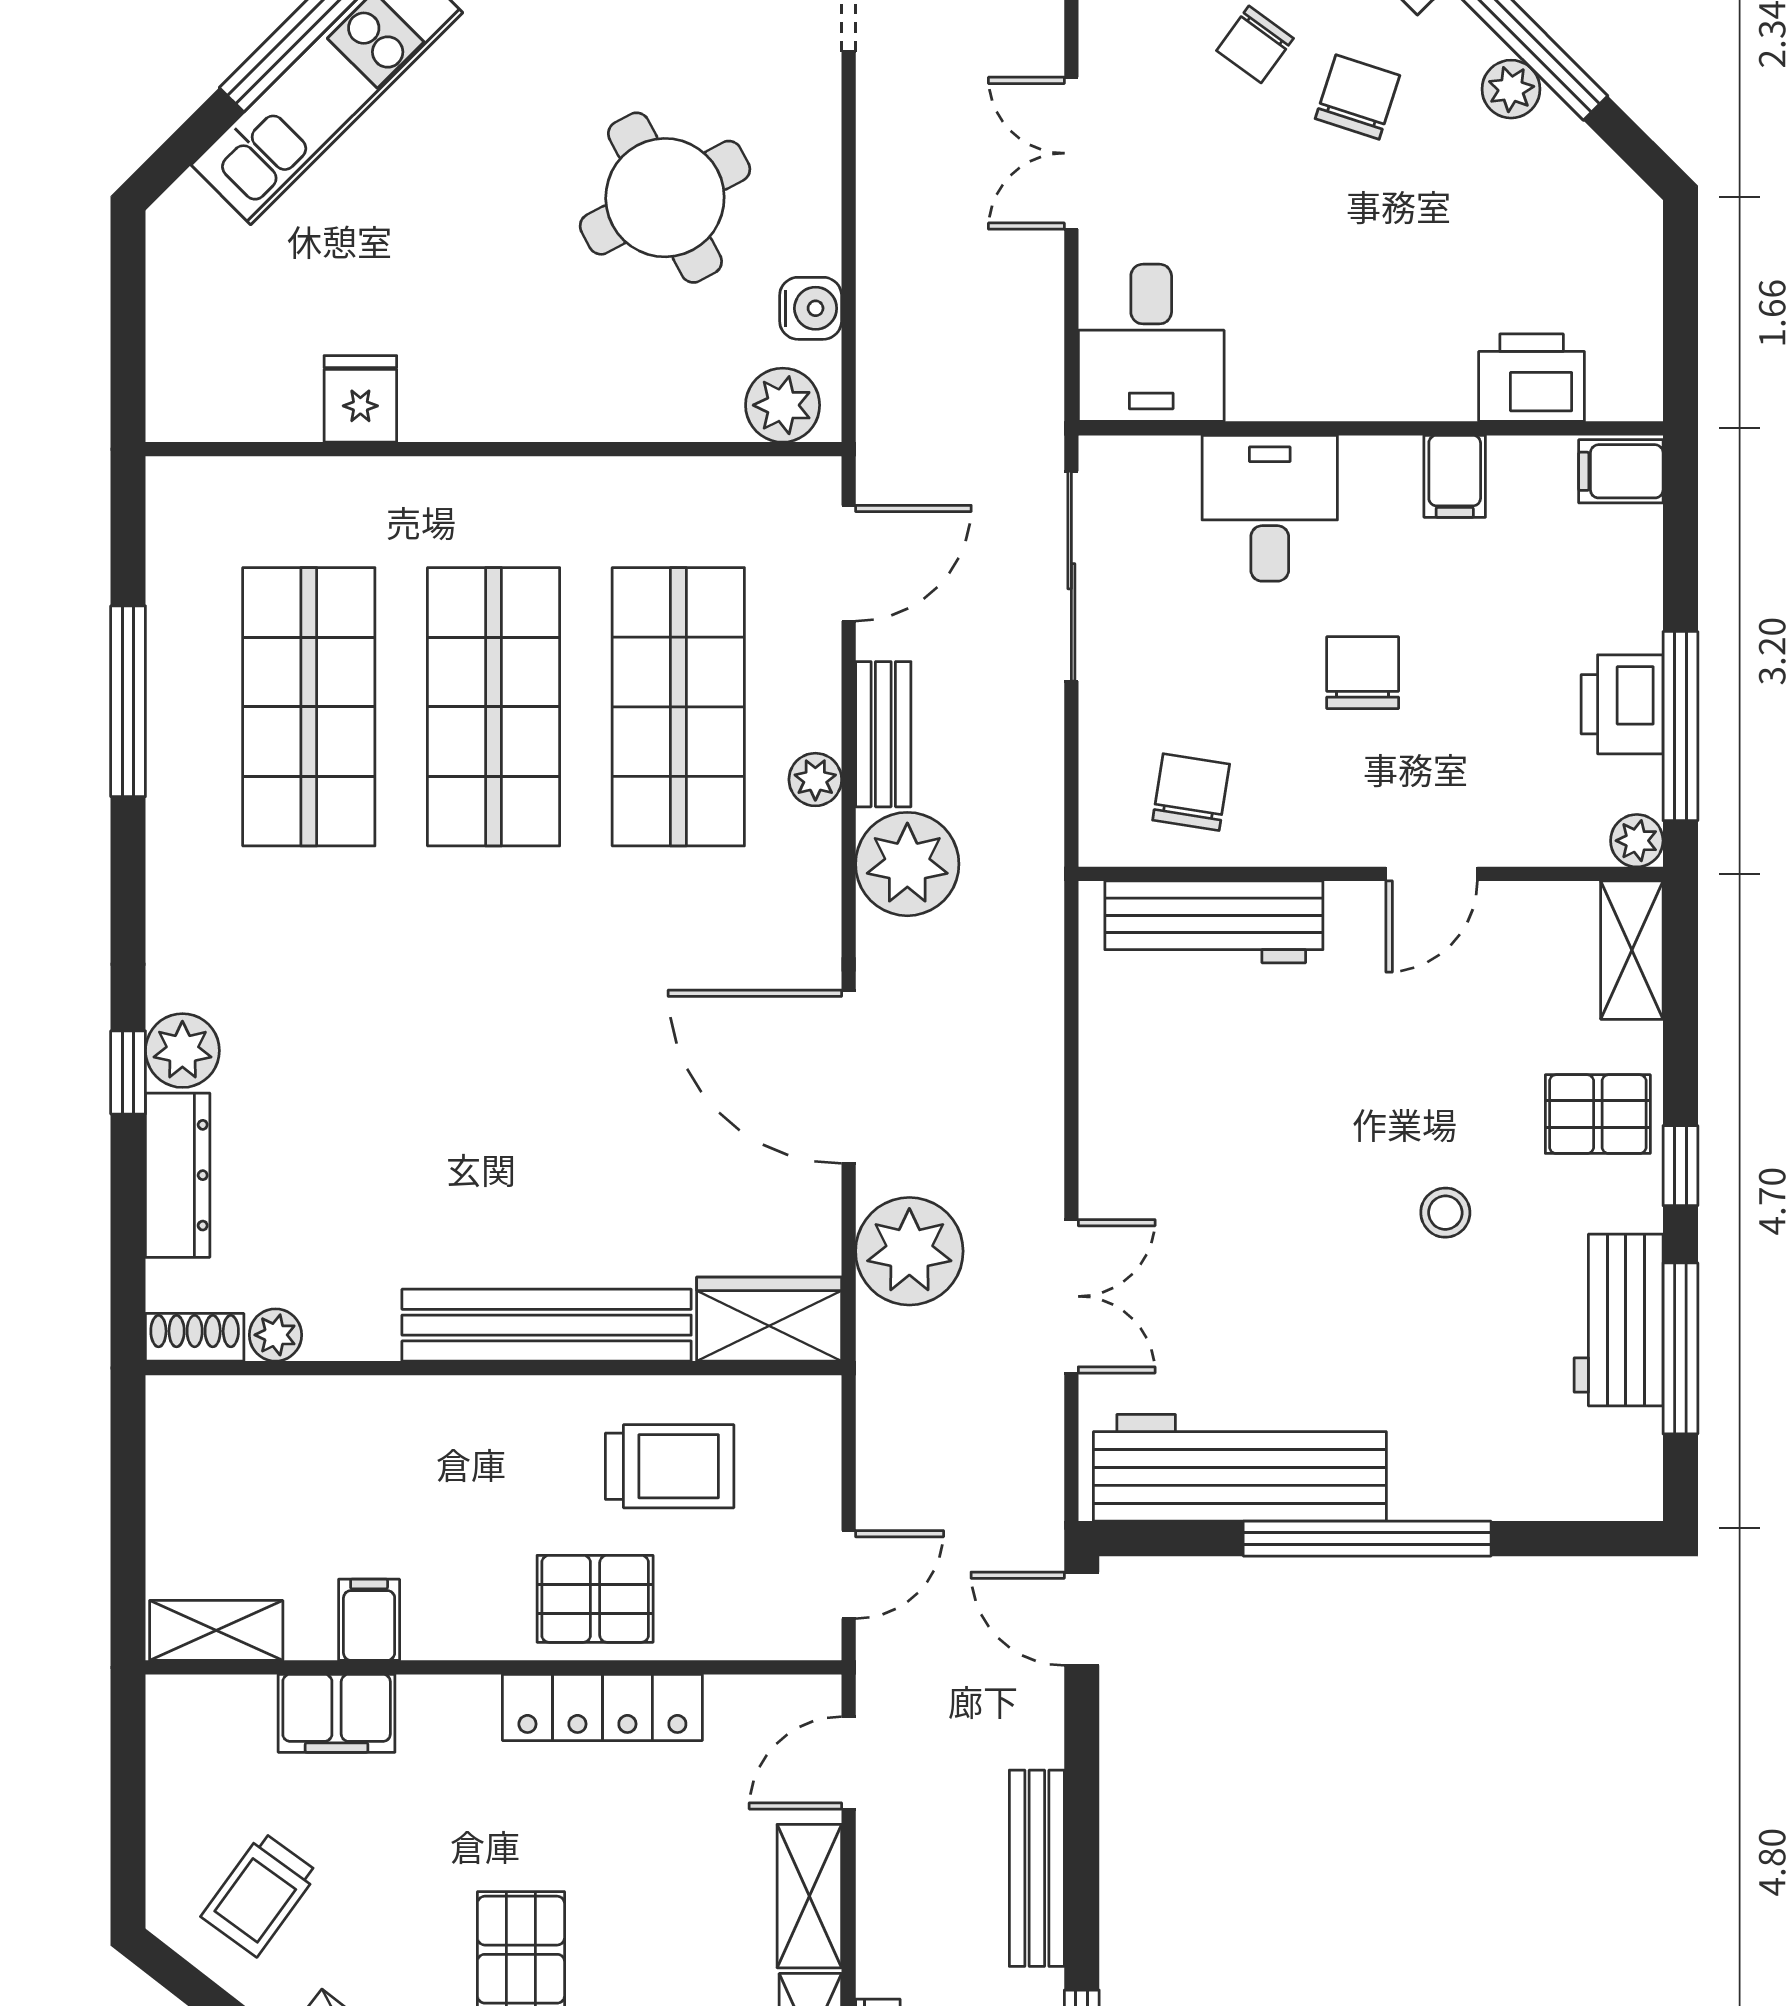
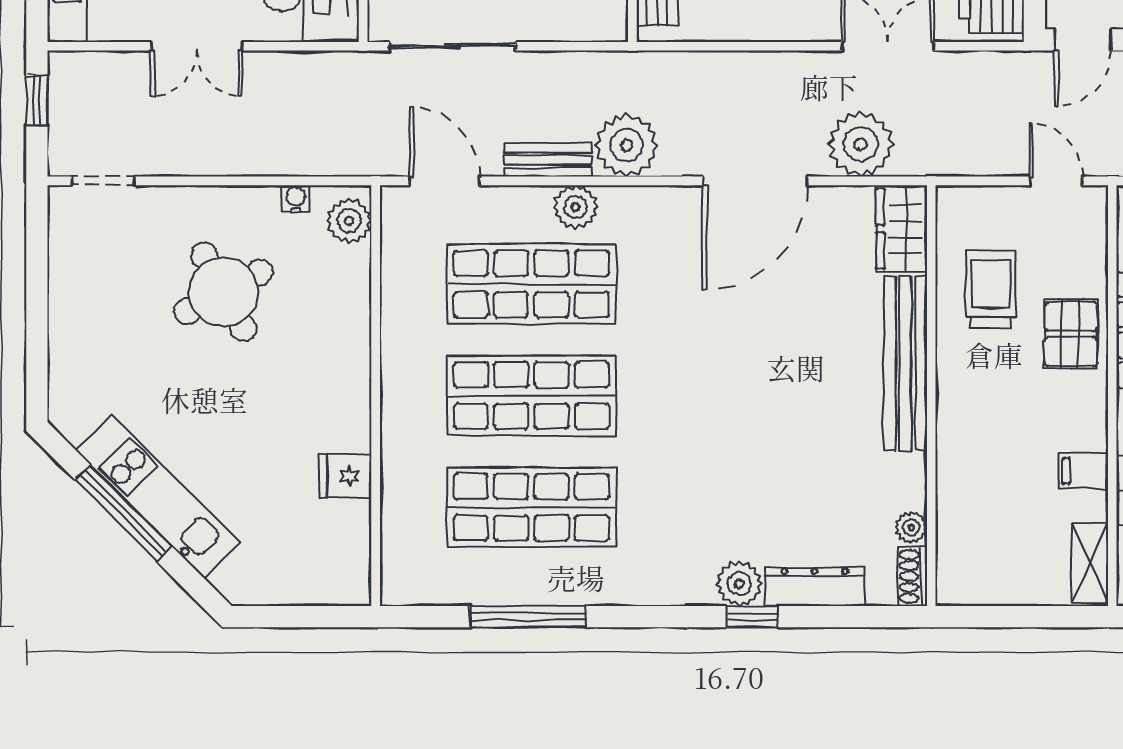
water cooler: (811, 308) -> (296, 199), width x0.72, depth x0.72
plant: (815, 780) -> (575, 207), width x1.38, depth x1.38

